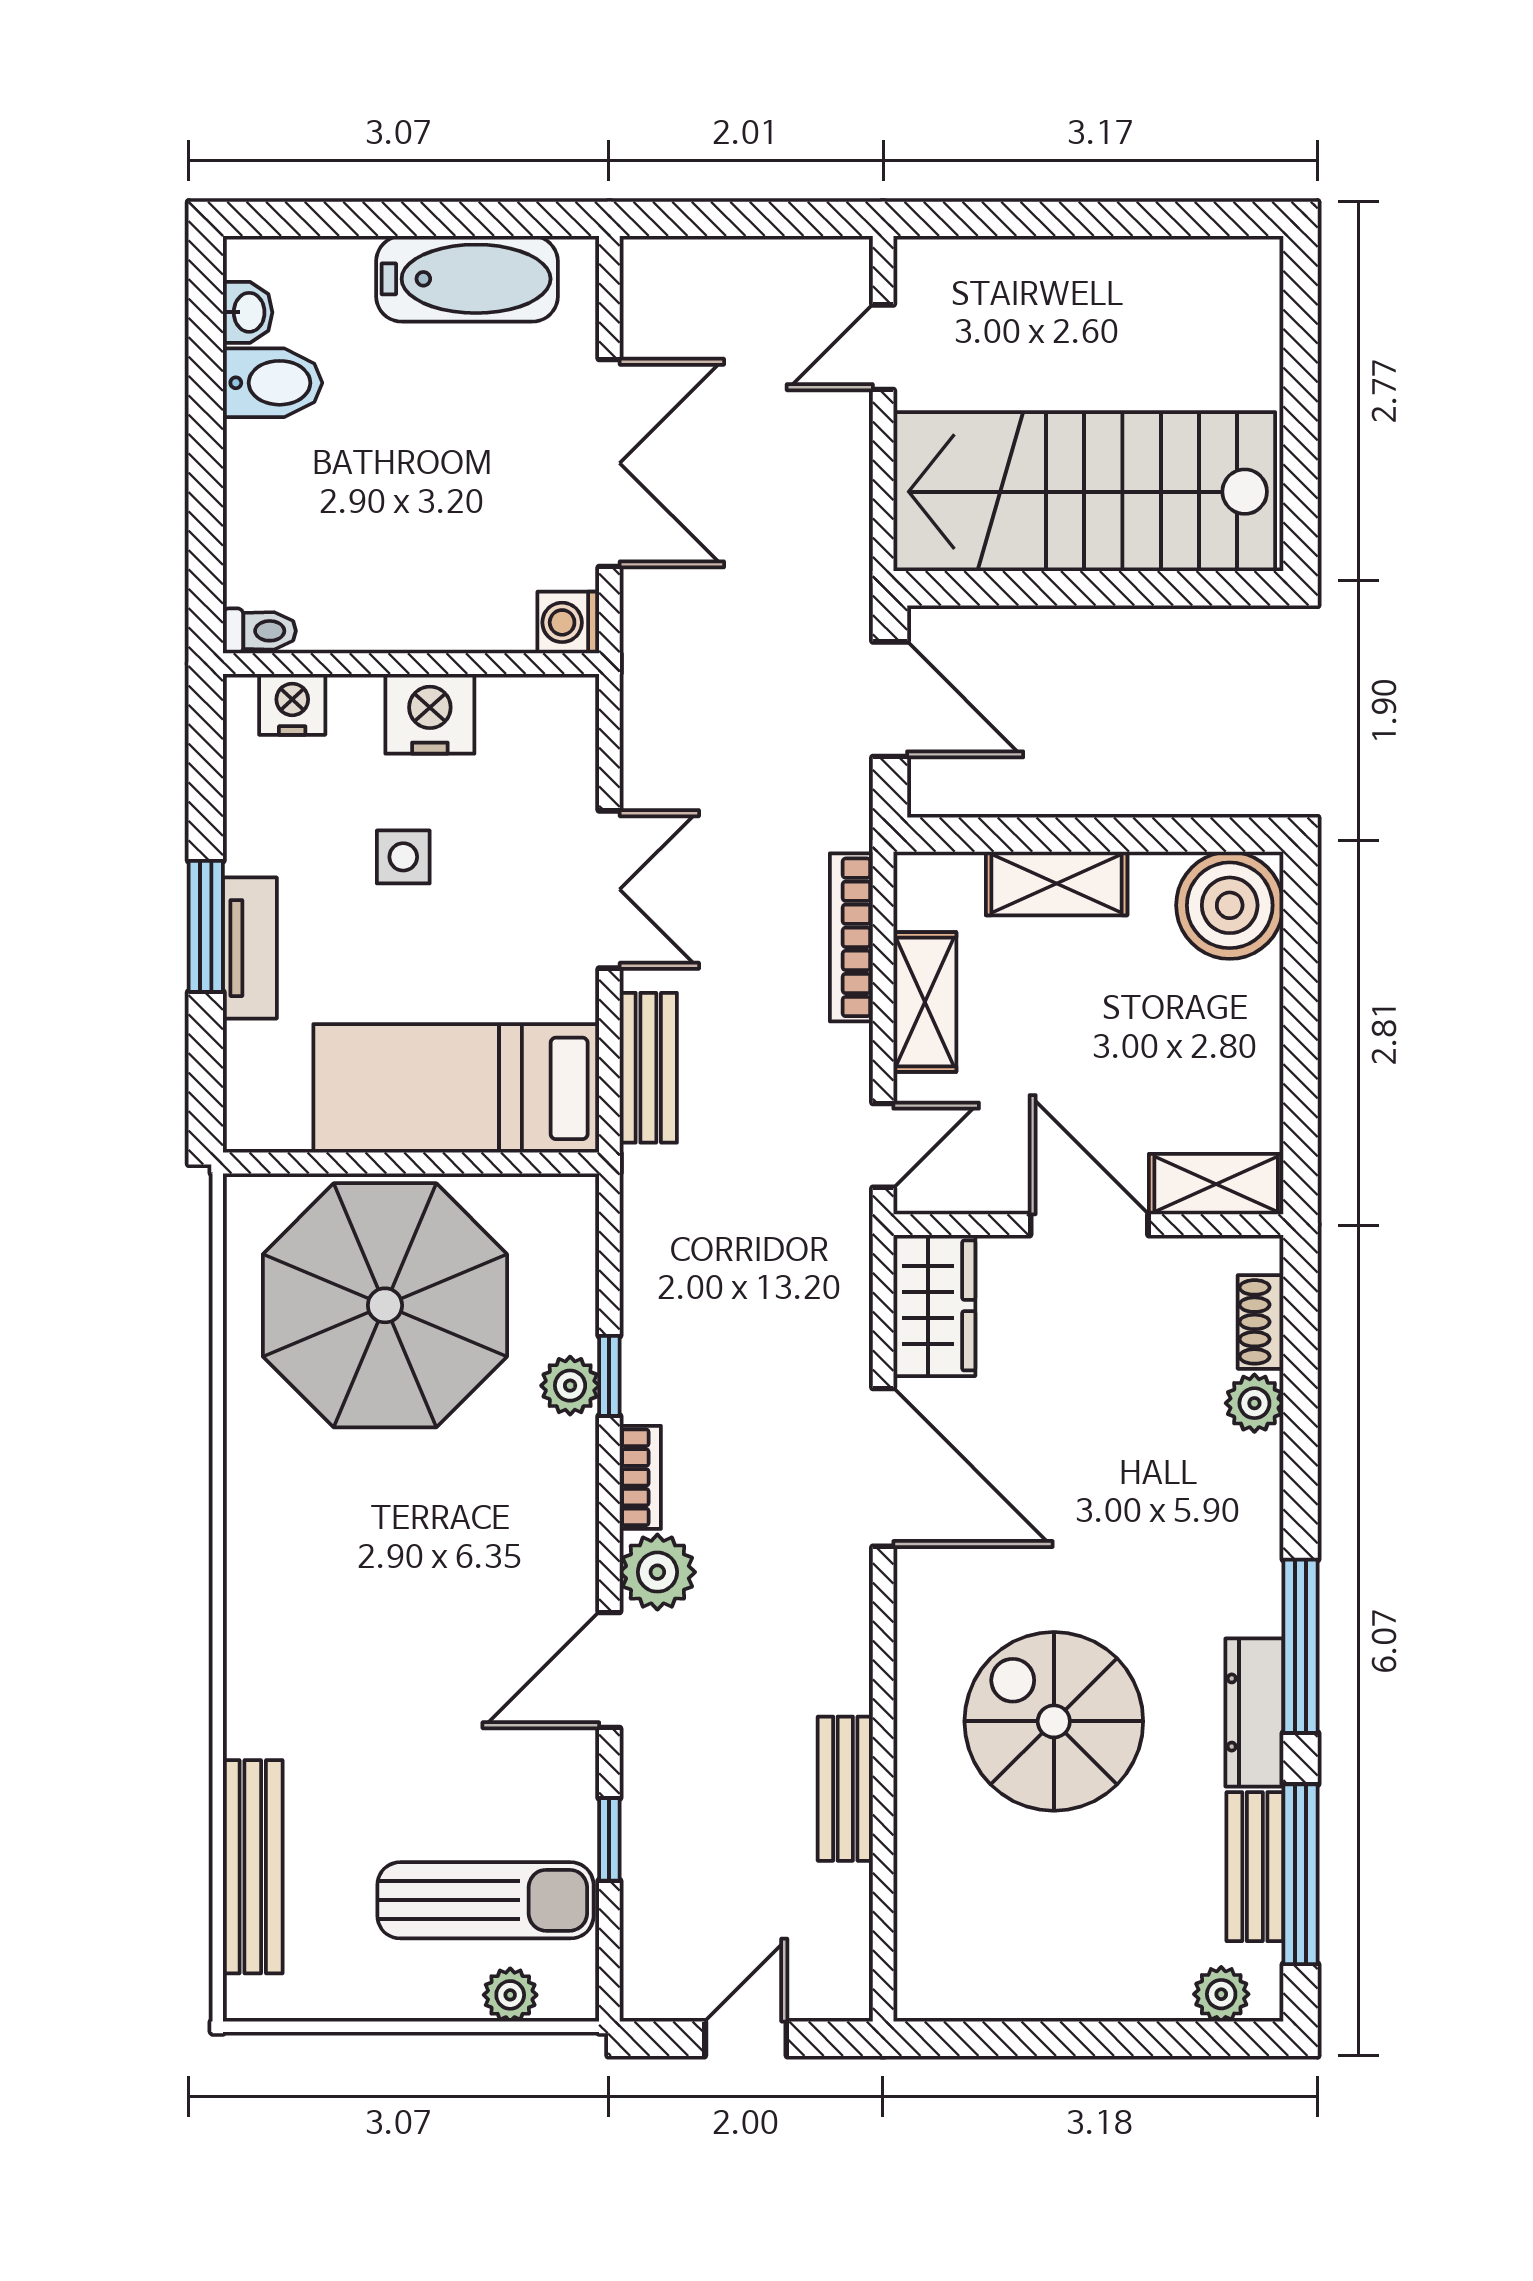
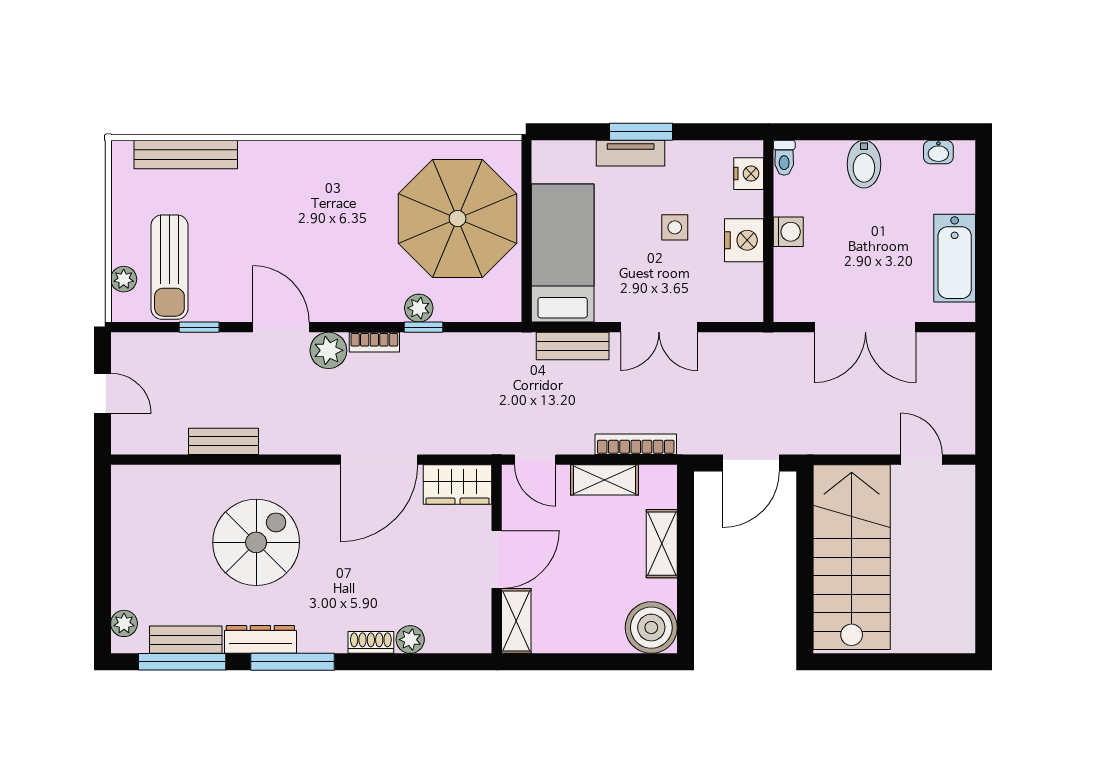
bidet: (273, 383) -> (864, 164), moved
washing machine: (568, 622) -> (788, 232), moved, turned 90
shoe rack: (1261, 1322) -> (371, 642), moved

